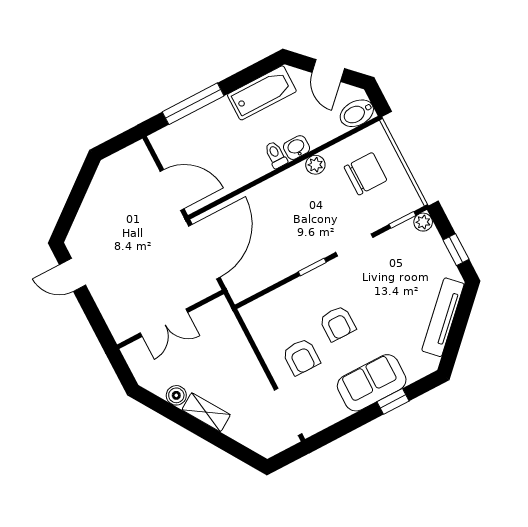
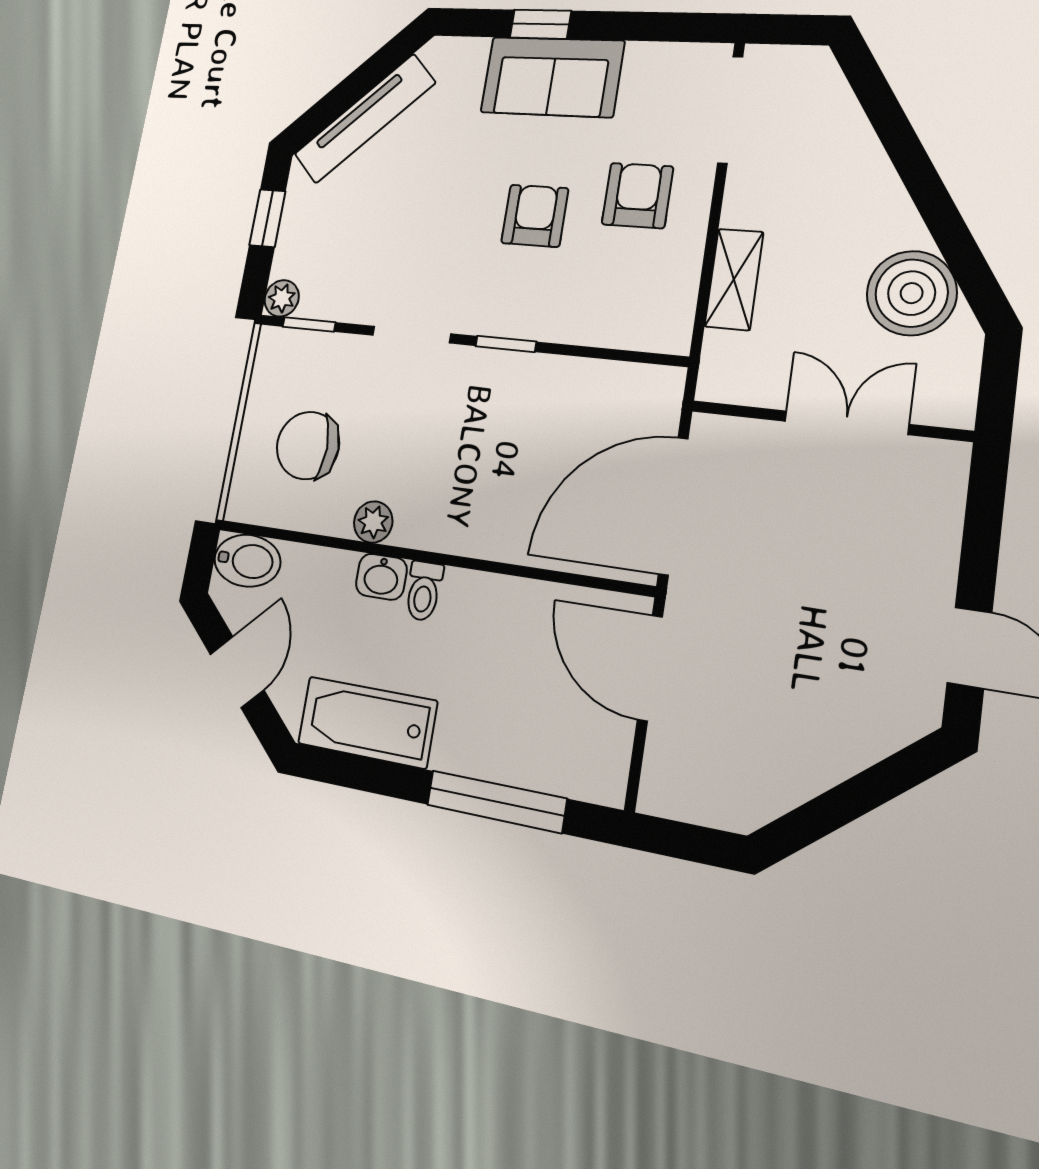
boiler: (176, 395) -> (912, 293), width x1.86, depth x1.86
shelving: (206, 412) -> (734, 279), moved, turned 33

